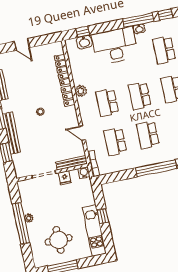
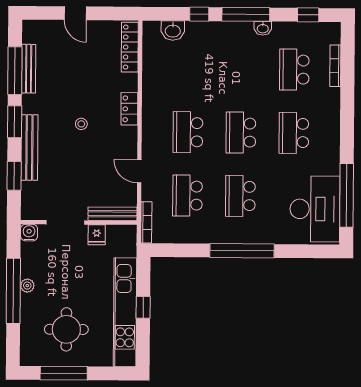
window: (138, 20) -> (246, 14), moved
window: (83, 32) -> (199, 14), moved
desk: (115, 46) -> (219, 46), removed
locker: (62, 70) -> (130, 47), moved
plant: (81, 91) -> (151, 105), removed
water cooler: (84, 173) -> (29, 233), moved
kitchen unit: (94, 231) -> (125, 312), width x1.36

